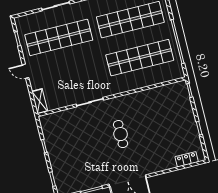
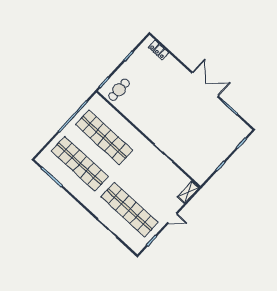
door: (26, 71) -> (172, 218), hinge flipped
cafe table: (120, 134) -> (119, 90), moved

